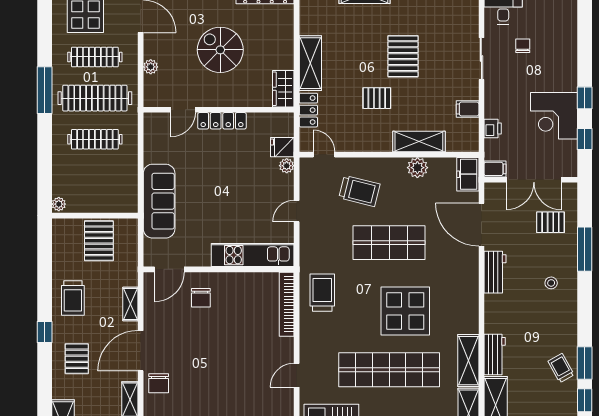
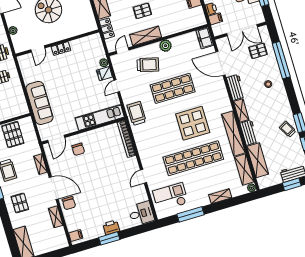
wardrobe: (283, 89) -> (90, 21), removed
locker: (222, 121) -> (61, 49), width x0.66
shelving: (419, 141) -> (146, 36), moved
fridge: (282, 147) -> (105, 74), moved
door: (324, 155) -> (123, 51), hinge flipped
plant: (417, 168) -> (165, 46), moved
filing cabinet: (495, 169) -> (215, 19), moved
window: (585, 249) -> (281, 60), width x1.46
trolley: (322, 293) -> (137, 113), moved
shelving: (493, 314) -> (241, 110), added
door: (141, 351) -> (54, 188), swing flipped
shelving: (468, 361) -> (233, 134), width x1.47

